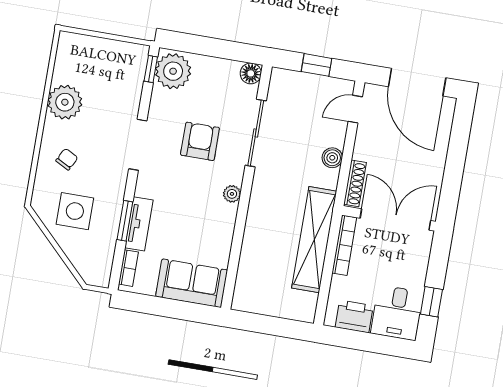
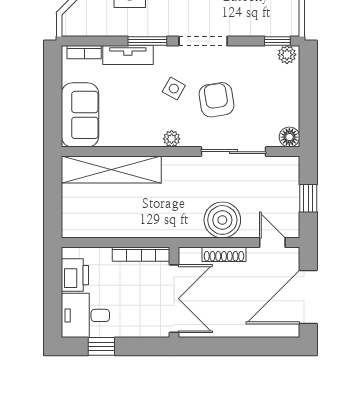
plant: (173, 71) -> (287, 55), width x0.53, depth x0.53
armchair: (200, 141) -> (216, 100), turned -99
boiler: (332, 158) -> (222, 220), width x1.86, depth x1.86
side table: (181, 183) -> (174, 89), added
shoe rack: (355, 183) -> (224, 254), moved
window: (125, 221) -> (147, 41), moved
shelving: (314, 240) -> (111, 169), moved

